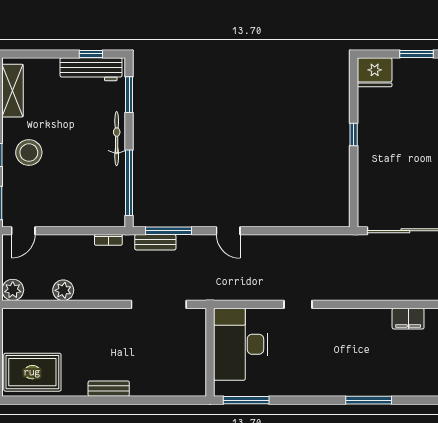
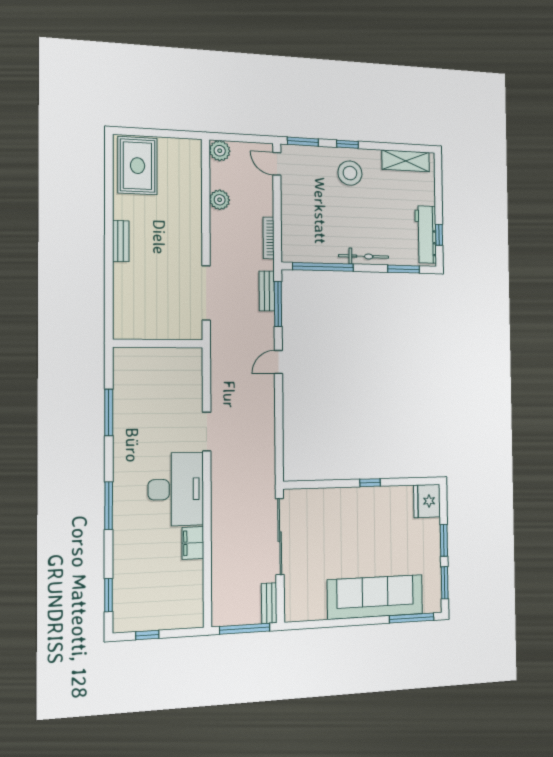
bookcase: (108, 240) -> (269, 238), width x1.56
doorway: (298, 304) -> (207, 432), width x1.38
desk: (241, 344) -> (176, 489), moved, turned 90
window: (246, 400) -> (109, 412), moved

